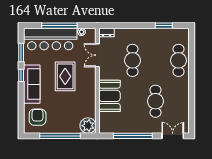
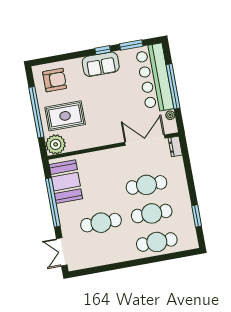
double door: (97, 55) -> (145, 140), width x1.37
cafe table: (155, 60) -> (152, 213), added
rug: (65, 76) -> (65, 116), moved
sofa: (32, 84) -> (101, 64), width x0.73
booth: (109, 96) -> (66, 182), moved, turned 90
double door: (173, 136) -> (62, 252), swing flipped

